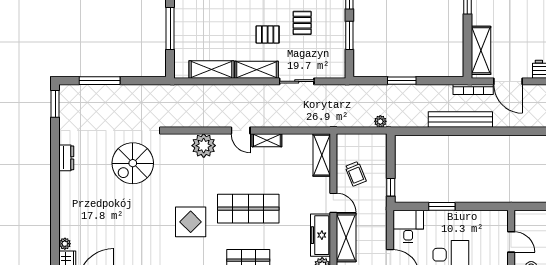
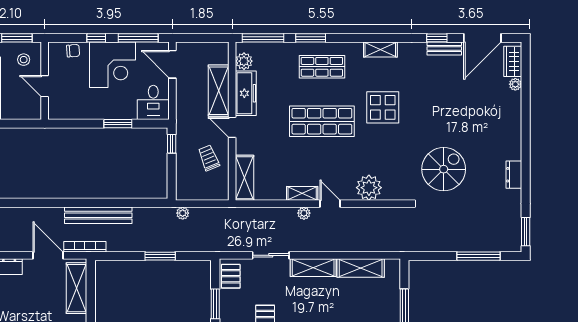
pallet: (268, 34) -> (231, 276), moved, turned 90
plant: (265, 121) -> (304, 213), added

